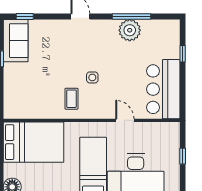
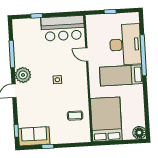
plant: (130, 30) -> (23, 75), moved
coffee table: (71, 99) -> (75, 116), moved
door: (125, 120) -> (87, 55), hinge flipped

